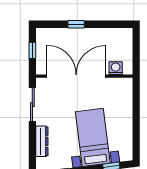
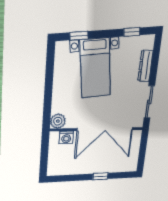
window: (32, 50) -> (142, 152), removed
plant: (125, 85) -> (58, 121), added

